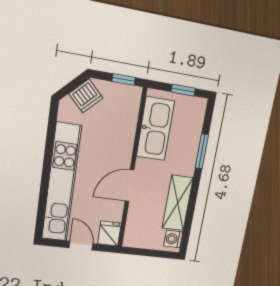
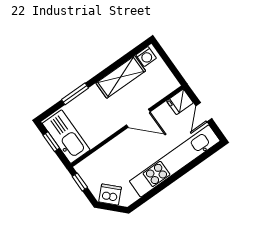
kitchen sink: (155, 129) -> (66, 137), moved, turned 90

